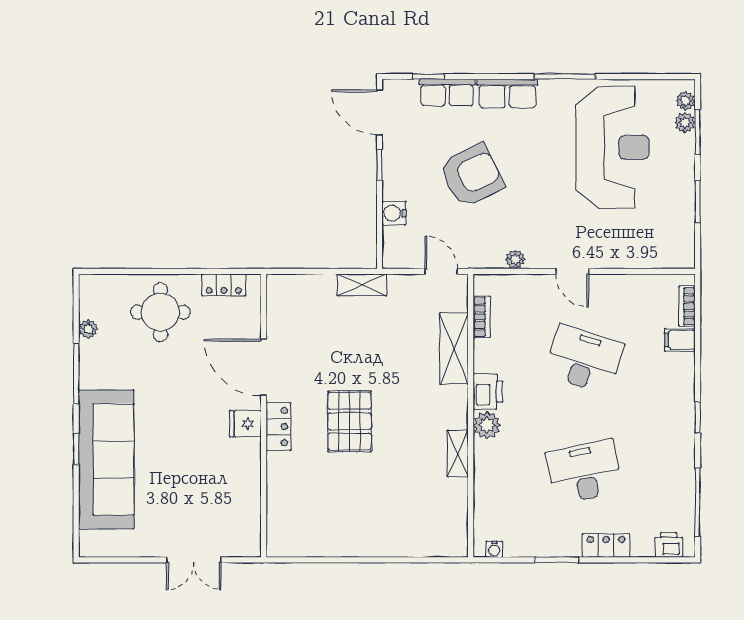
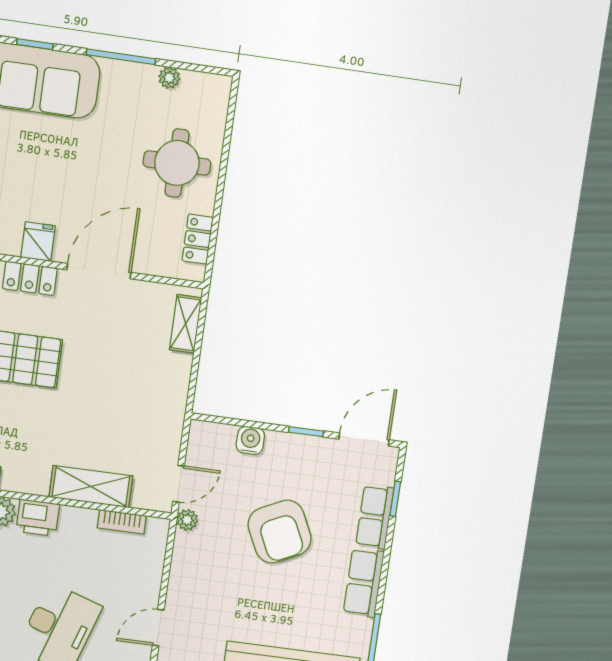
plant: (515, 259) -> (187, 520), moved
shelving: (362, 285) -> (186, 324), moved

